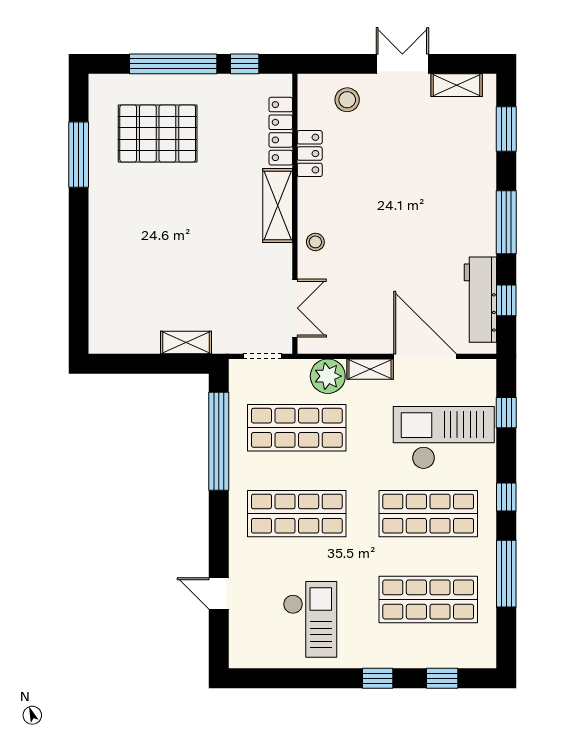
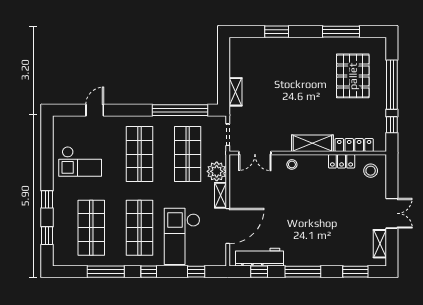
stool: (347, 100) -> (371, 171), moved
window: (79, 269) -> (277, 32), added
checkout: (444, 438) -> (182, 236), turned 180

